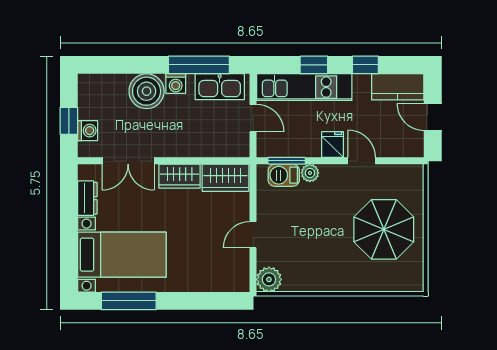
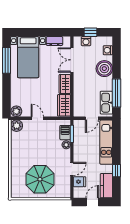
window: (314, 65) -> (117, 147), removed
washing machine: (176, 84) -> (108, 50), moved
fridge: (333, 145) -> (79, 182), moved
plant: (238, 280) -> (16, 111), added

